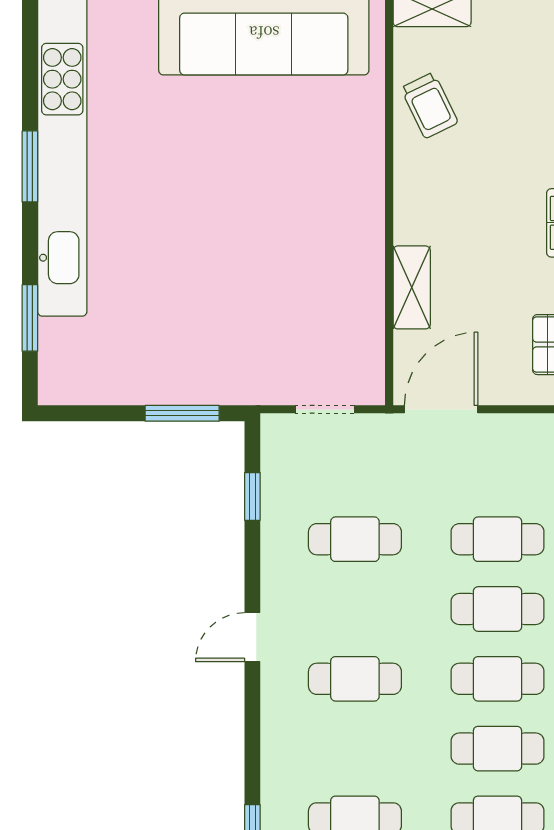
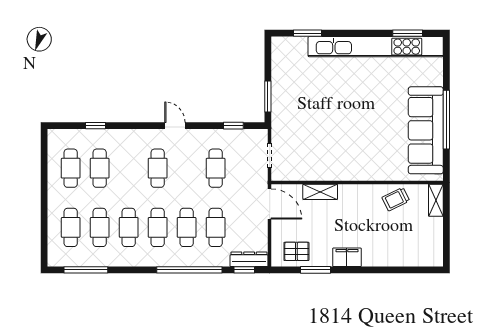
window: (30, 166) -> (408, 33), moved

